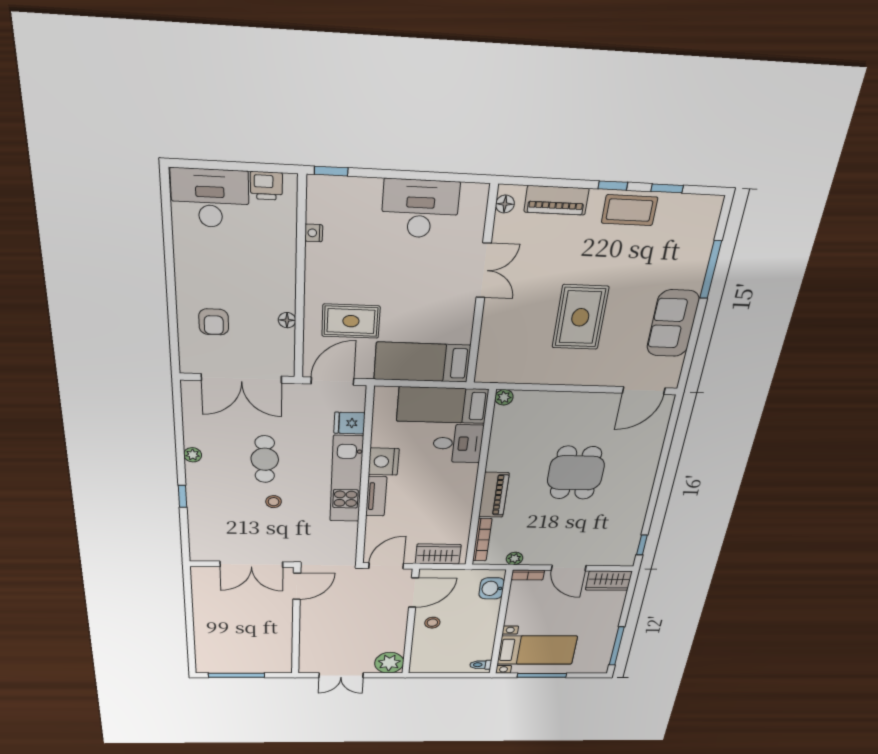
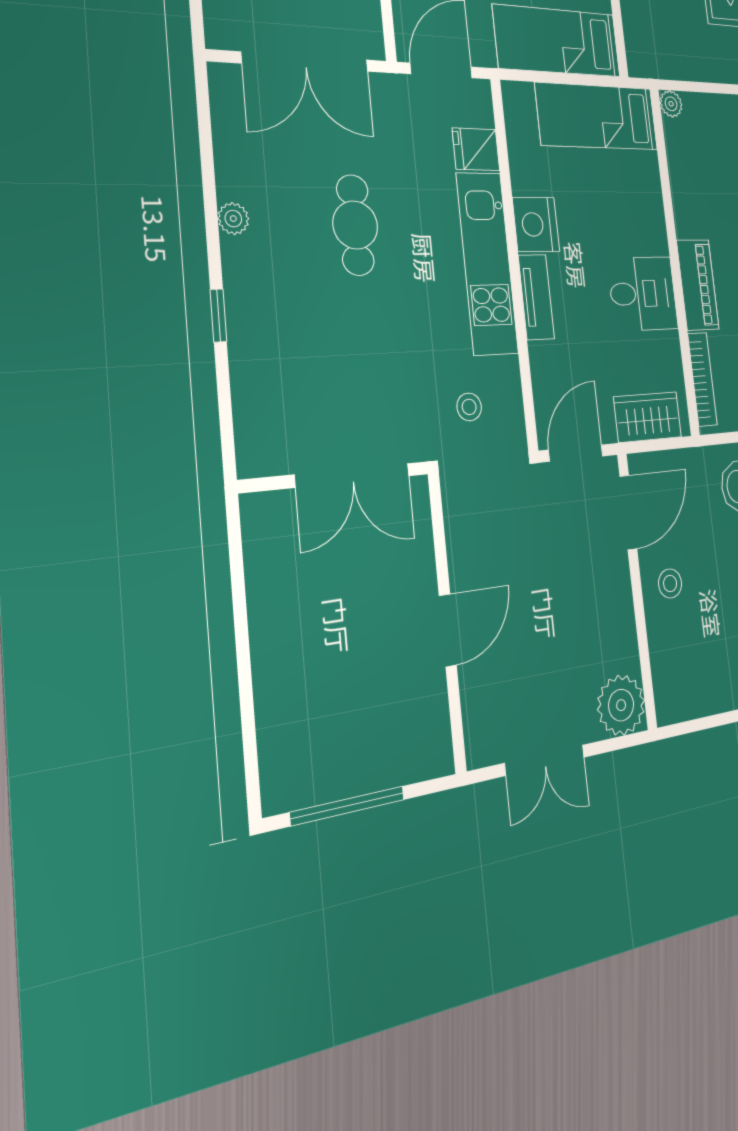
desk: (458, 444) -> (643, 294), moved
stool: (274, 502) -> (469, 407), moved
door: (297, 586) -> (448, 630), moved

